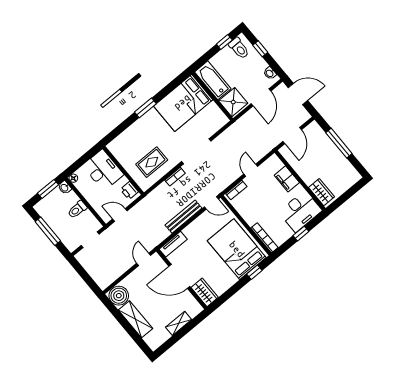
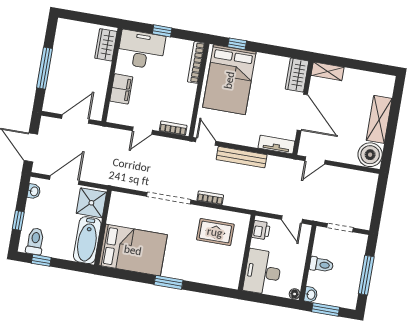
shelving: (179, 323) -> (328, 71), moved

